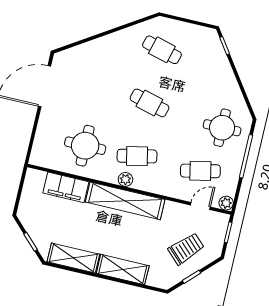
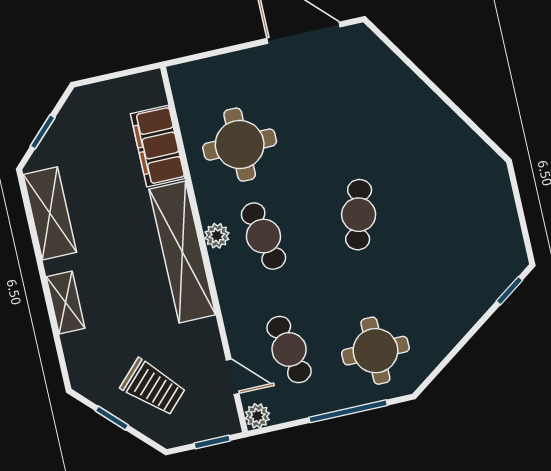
cafe table: (162, 50) -> (454, 193), removed
shelving: (123, 270) -> (66, 303), width x0.67, depth x0.75

